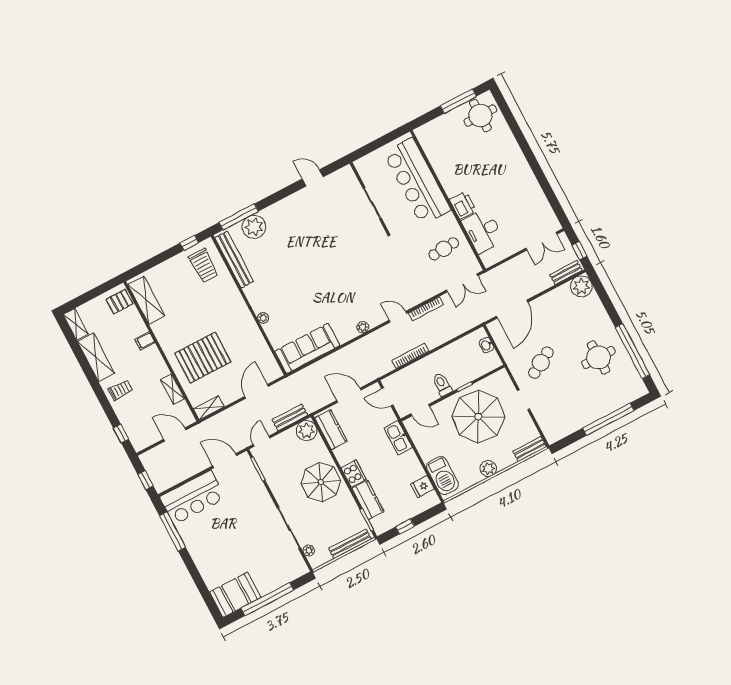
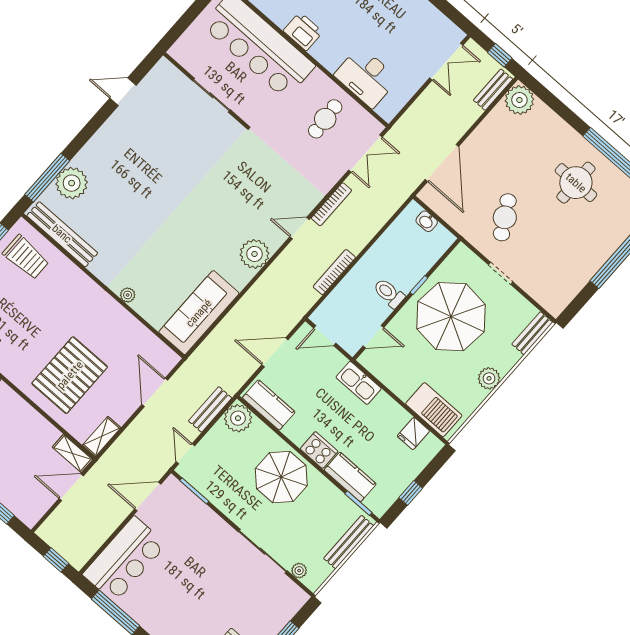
printer: (463, 205) -> (303, 31), moved
plant: (363, 327) -> (254, 254), width x1.88, depth x1.88
shelving: (172, 389) -> (72, 453), moved

